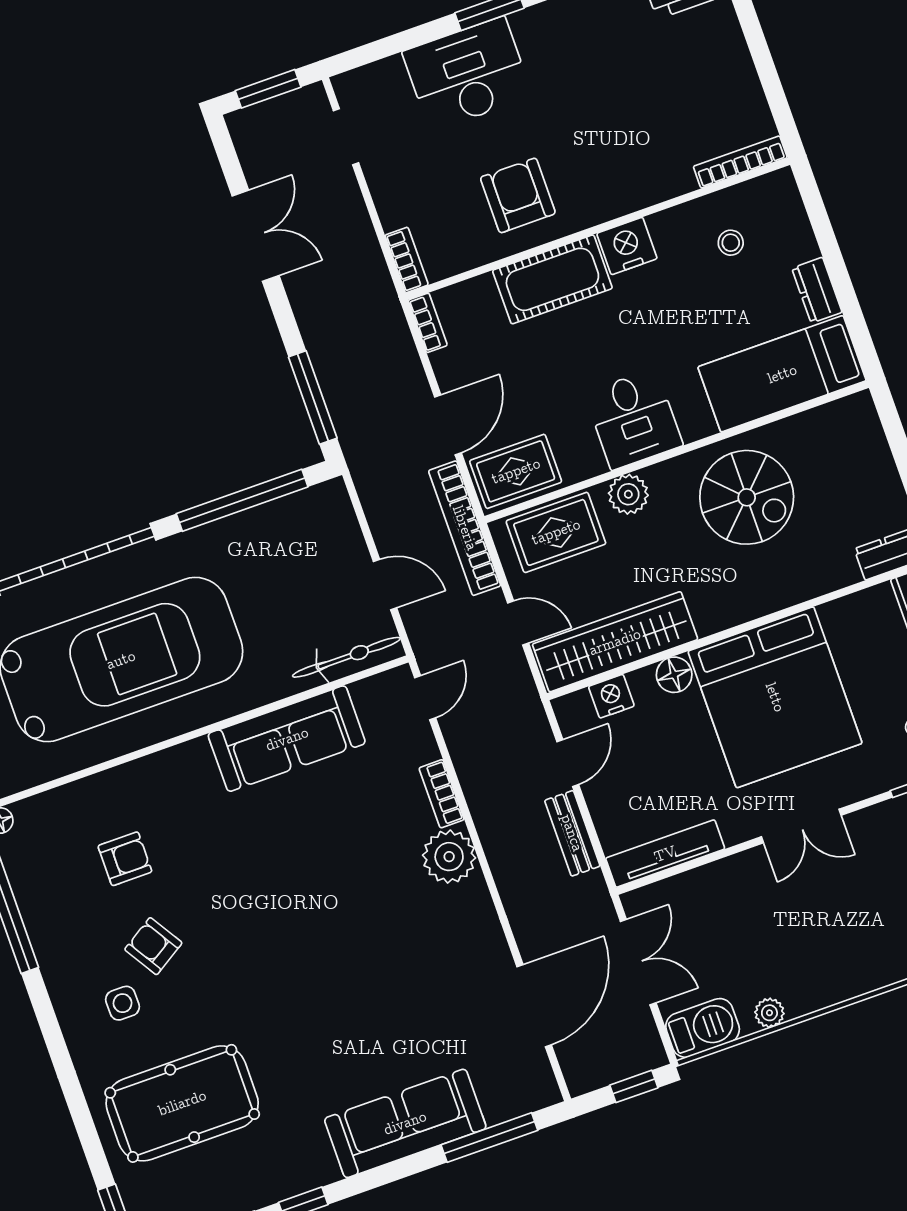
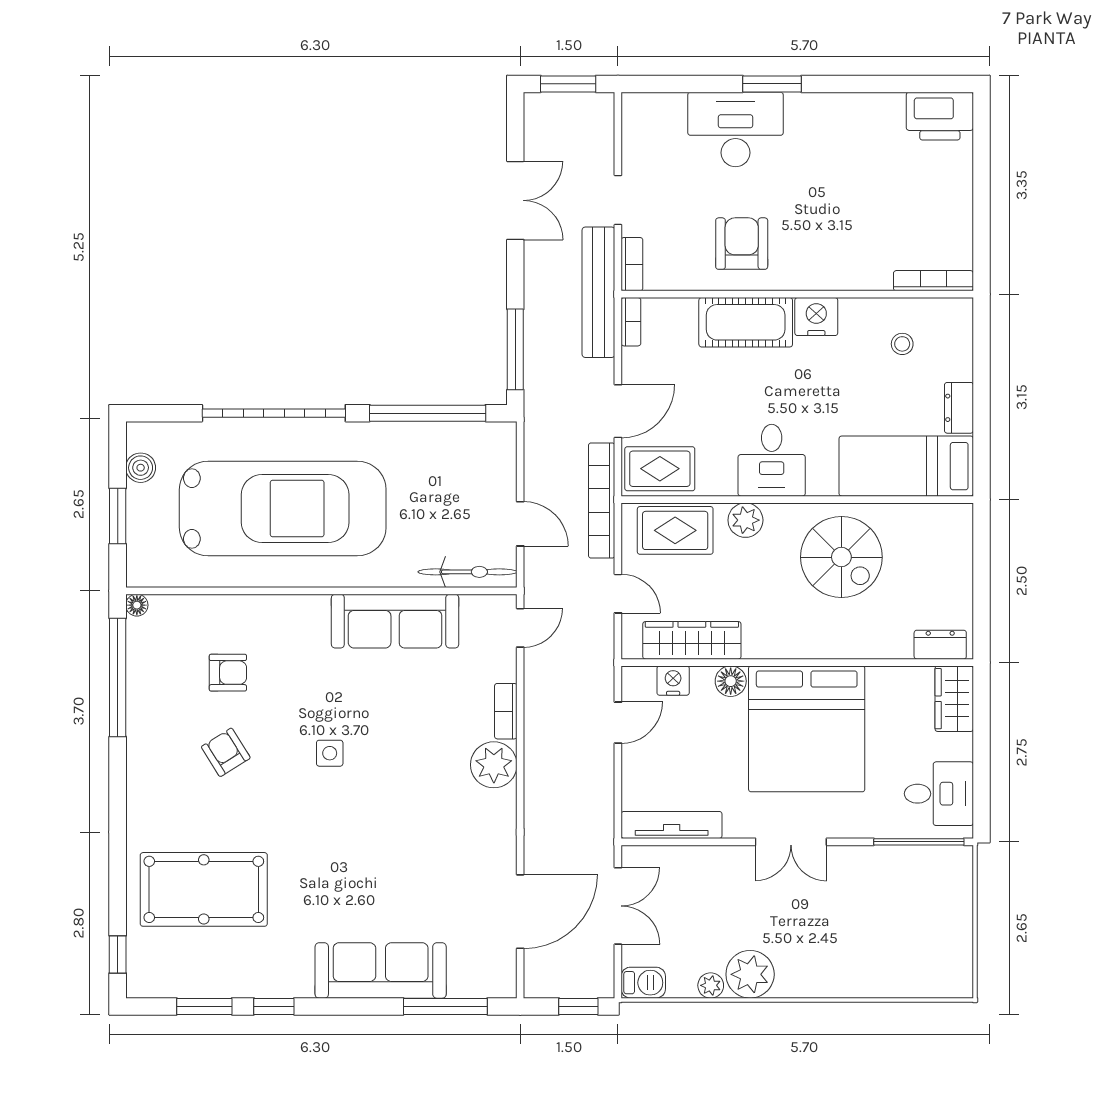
doorway: (346, 137) -> (618, 200), moved
wardrobe: (615, 642) -> (692, 640), width x0.71, depth x0.85
bench: (572, 833) -> (598, 292), moved, width x1.86, depth x1.21
plant: (808, 985) -> (750, 974), added
side table: (122, 1003) -> (330, 753), moved
barbecue: (703, 1028) -> (643, 983), width x0.73, depth x0.79

